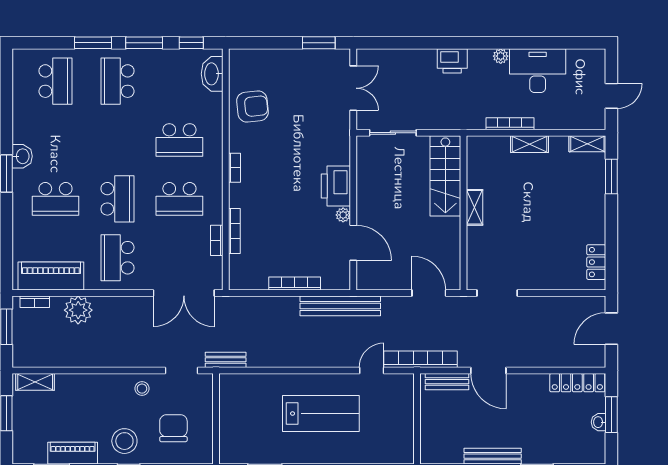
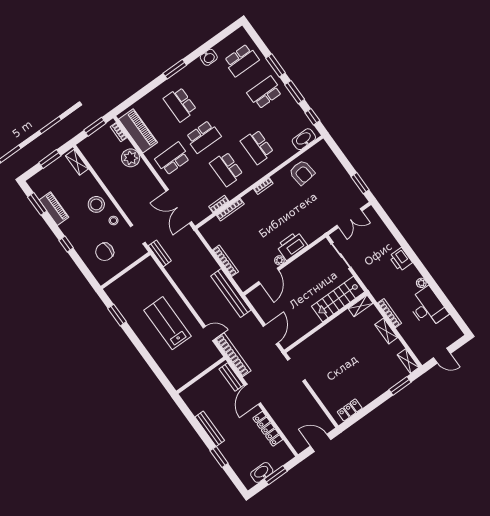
washbasin: (22, 156) -> (209, 57), moved
shelving: (474, 207) -> (361, 306), moved
locker: (577, 383) -> (268, 429), moved
lab bench: (321, 414) -> (168, 323), turned 180
washbasin: (598, 422) -> (262, 472), width x1.91, depth x1.45
chair: (173, 428) -> (105, 252), turned 180
stool: (124, 441) -> (96, 204), moved

